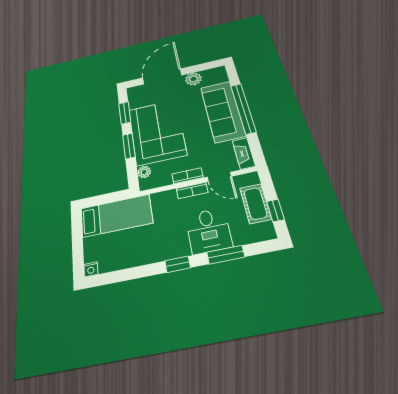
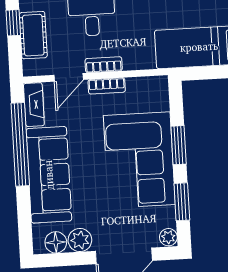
floor lamp: (210, 75) -> (56, 242), added
window: (243, 108) -> (20, 144), moved
plant: (144, 172) -> (168, 237), moved
door: (219, 177) -> (69, 77), swing flipped

